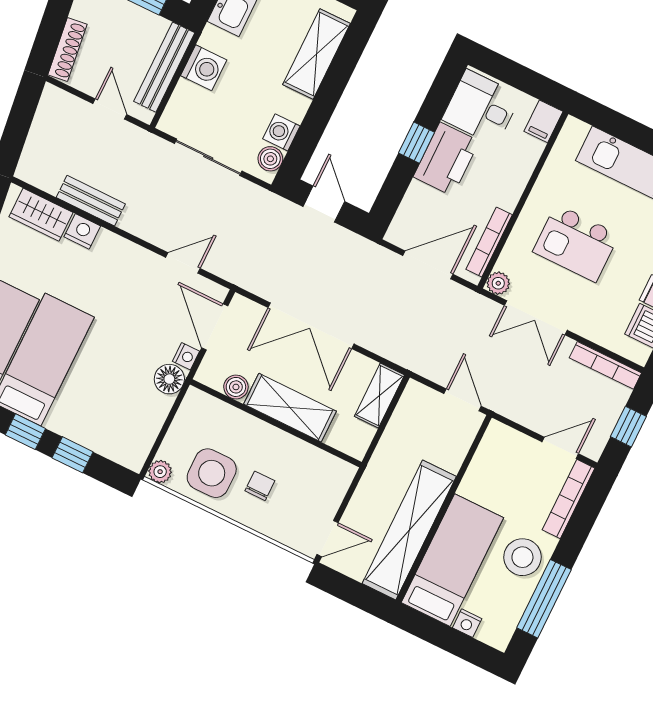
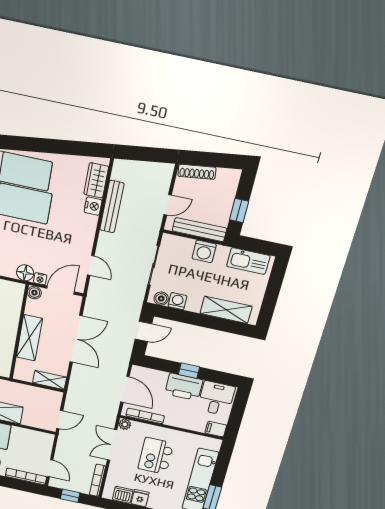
bench: (91, 201) -> (112, 207), width x1.36
double door: (311, 326) -> (76, 339), swing flipped
boiler: (236, 387) -> (34, 293), moved

